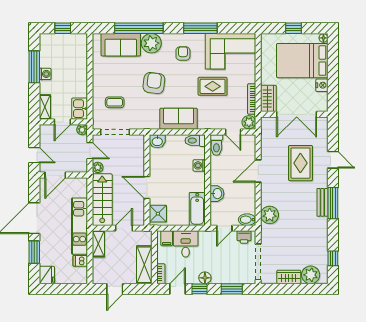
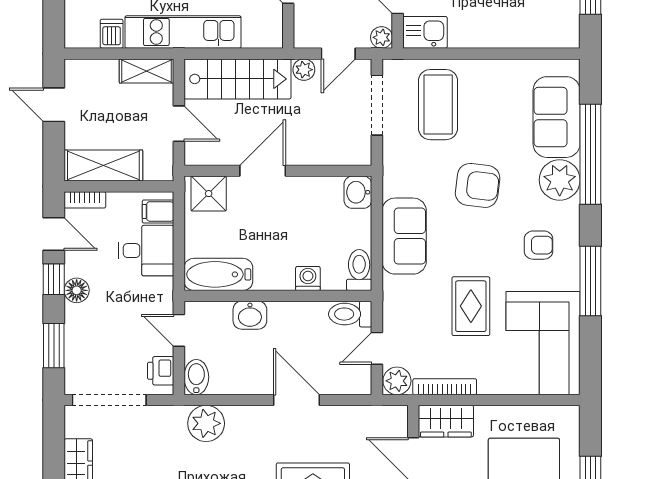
coffee table: (115, 102) -> (438, 105), width x1.86, depth x1.72

